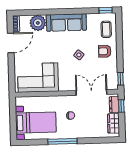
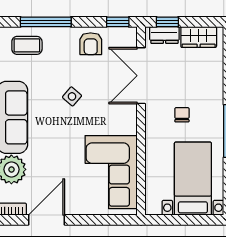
window: (119, 39) -> (46, 22), added
door: (11, 43) -> (46, 220), hinge flipped
armchair: (105, 51) -> (91, 44), moved

